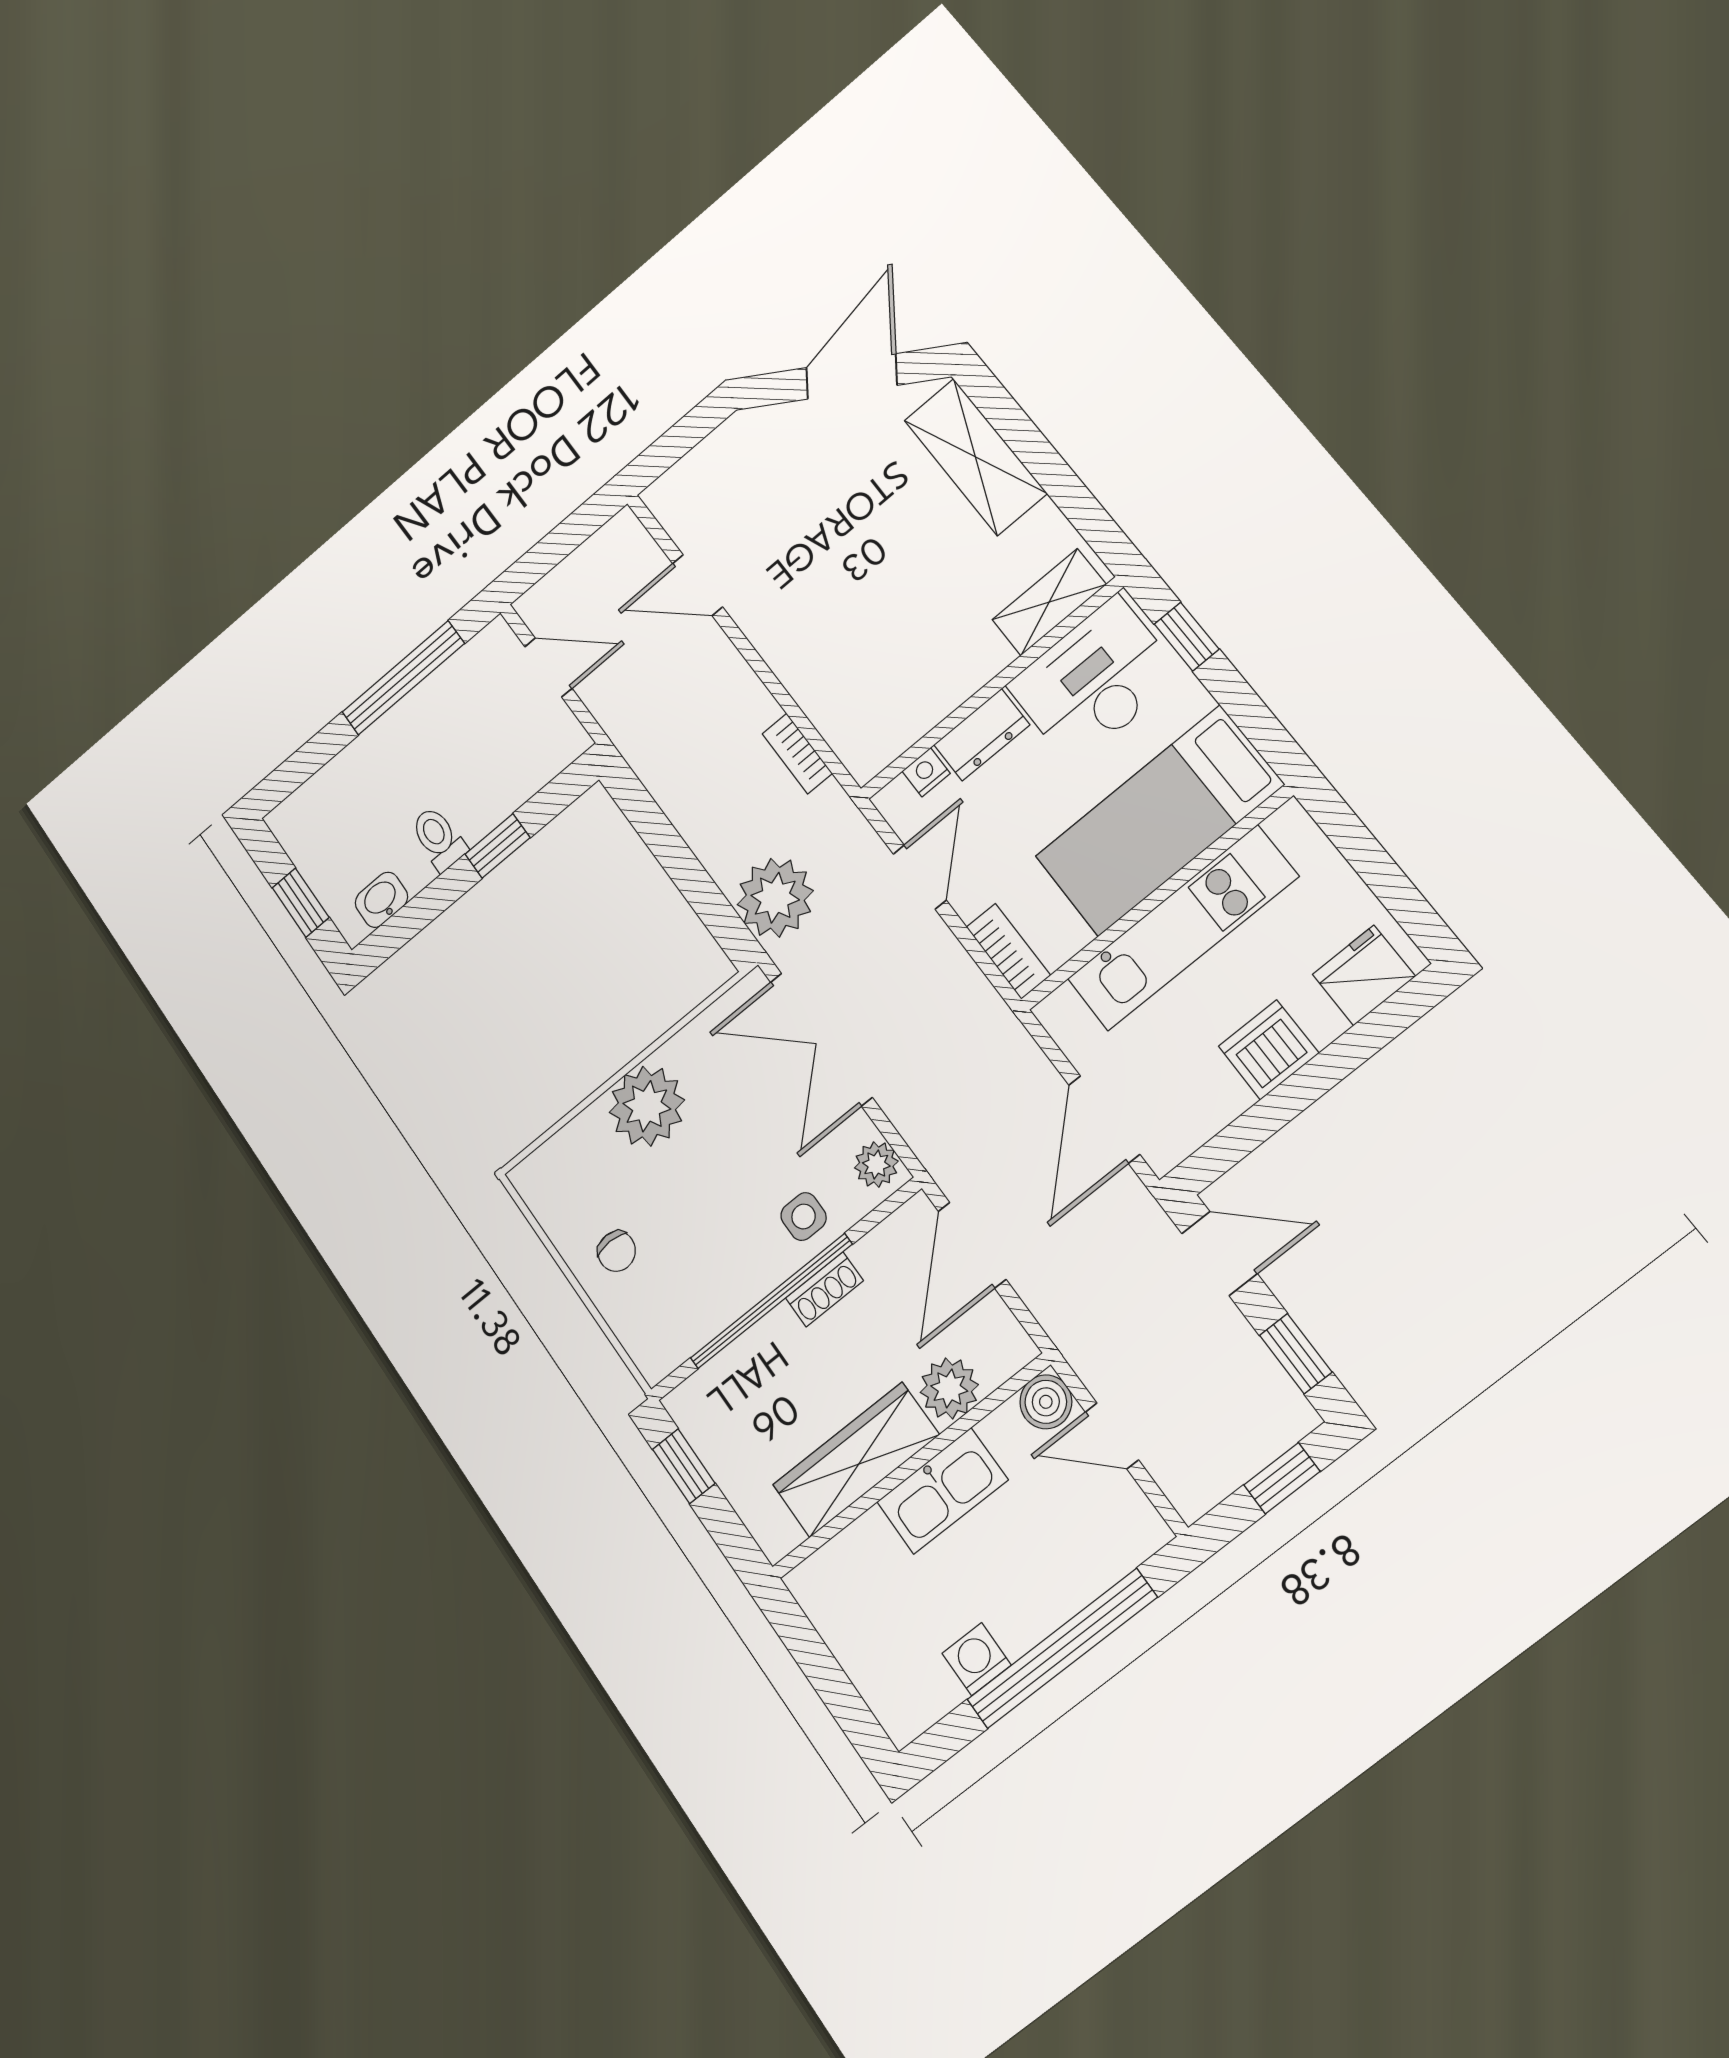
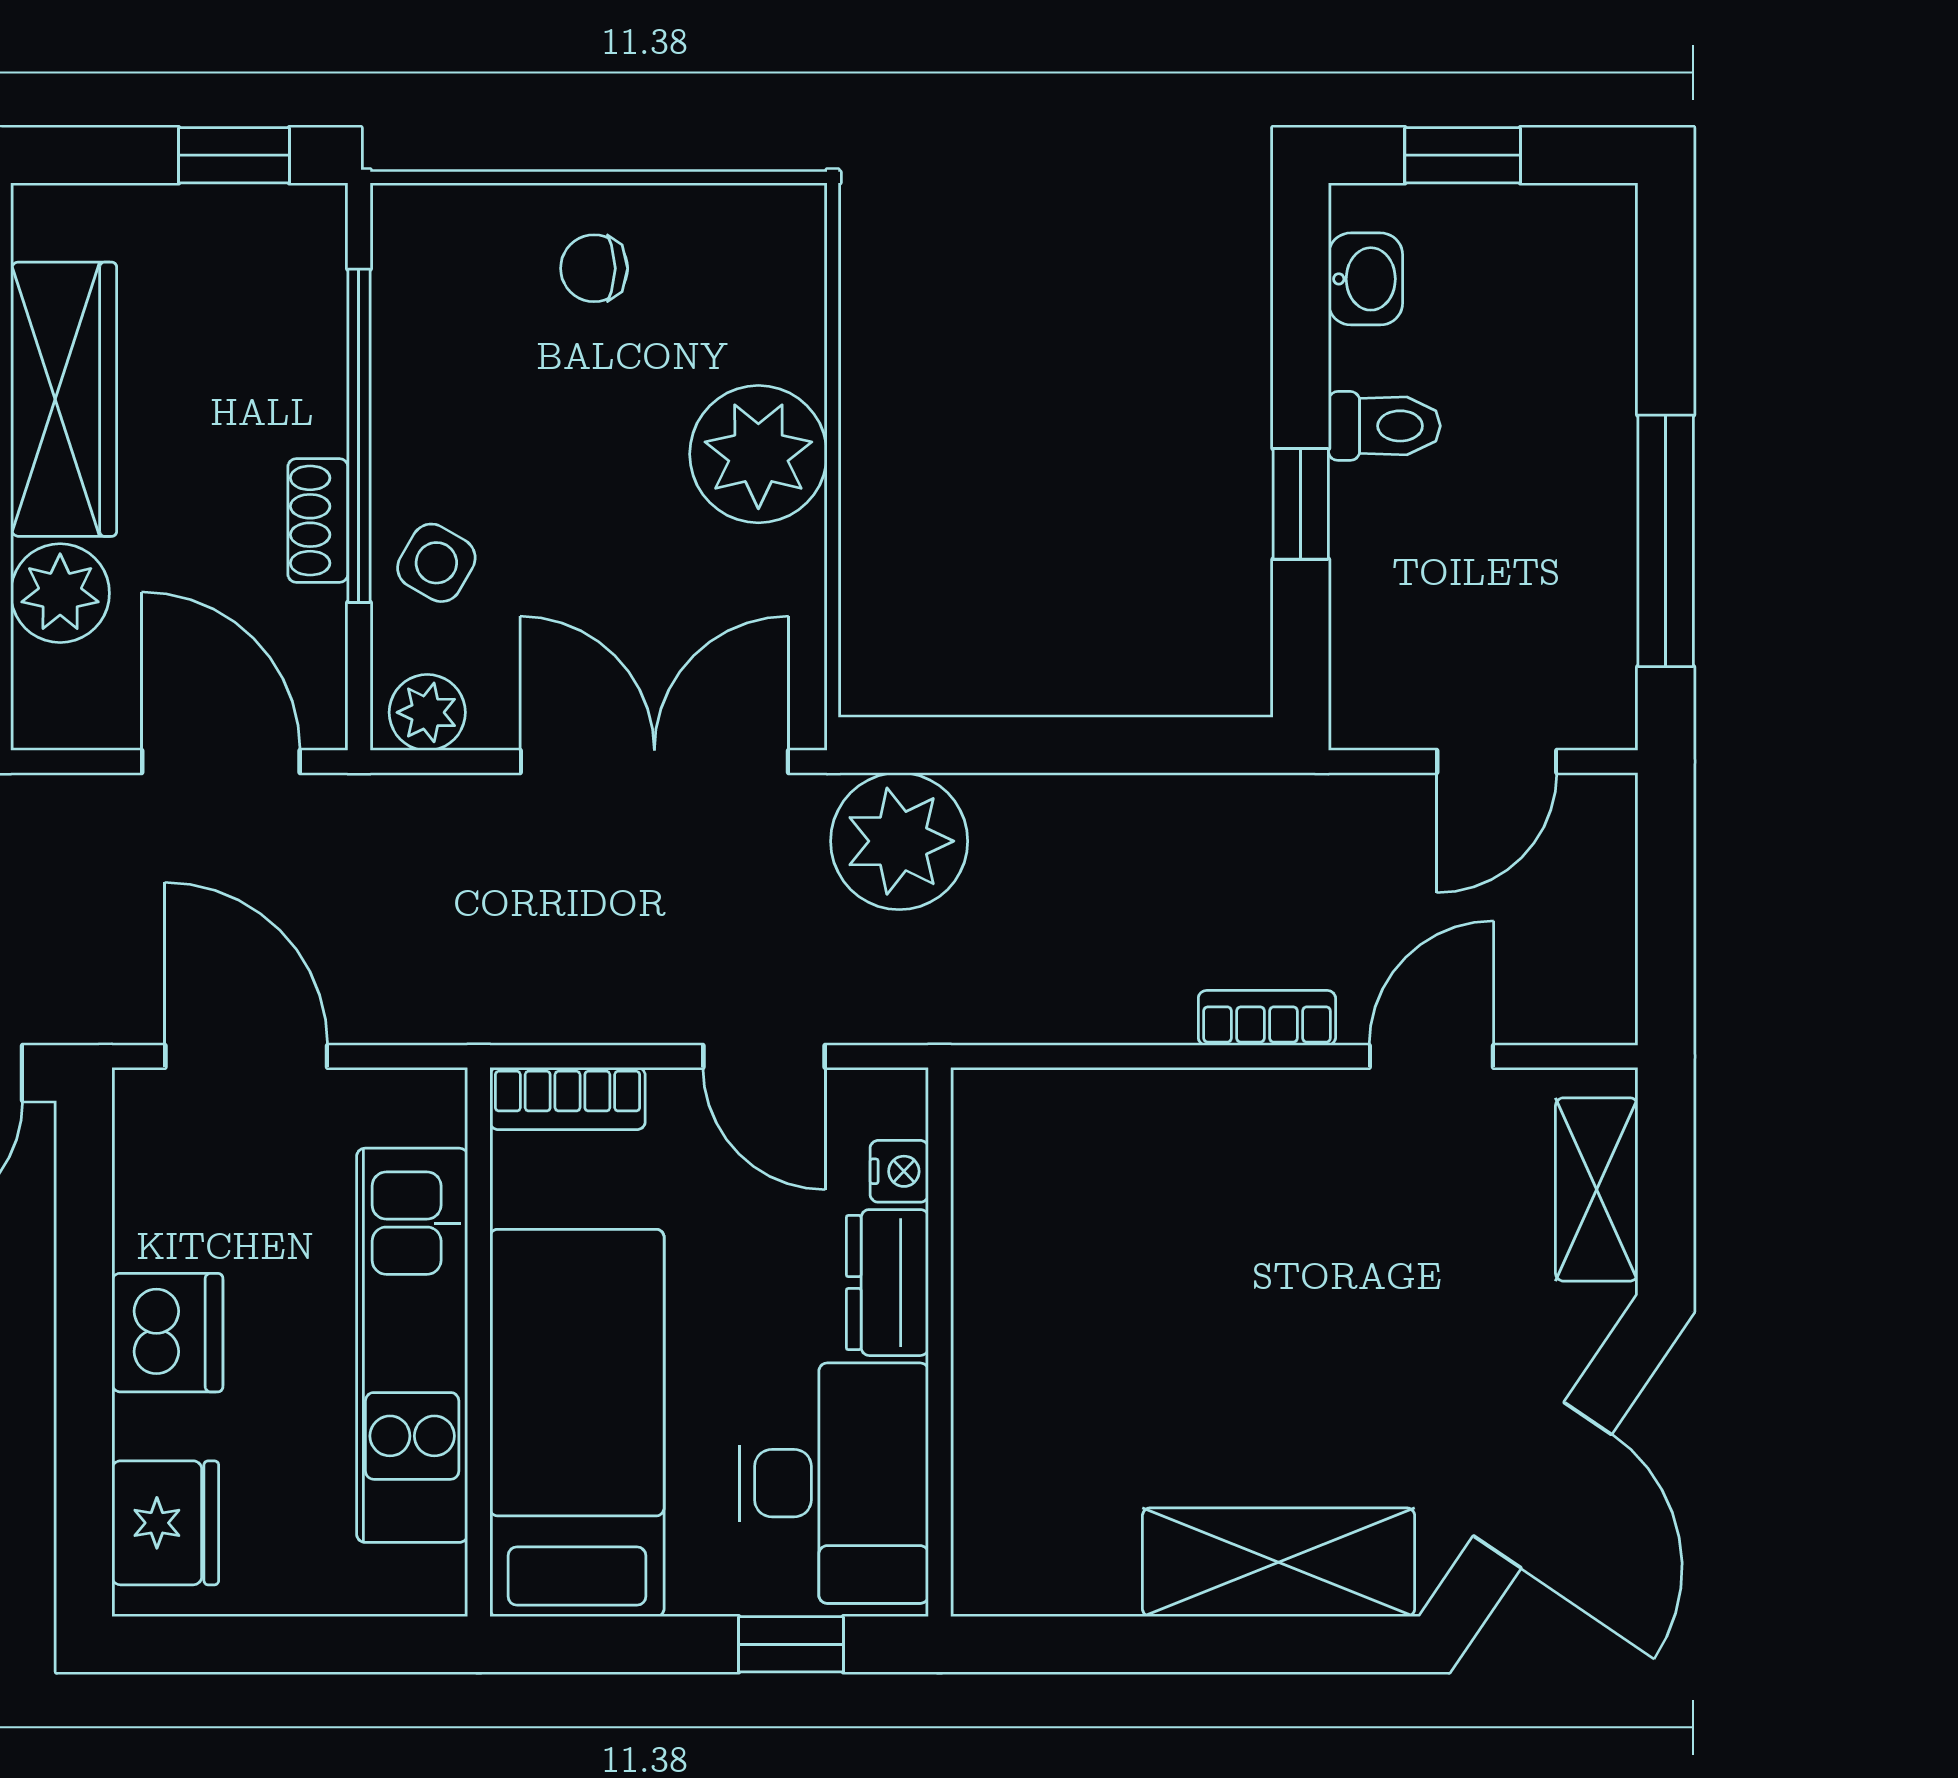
shelving: (1049, 602) -> (1597, 1189), moved
bookcase: (797, 754) -> (1267, 1018), moved
side table: (804, 1217) -> (436, 563), turned 30

